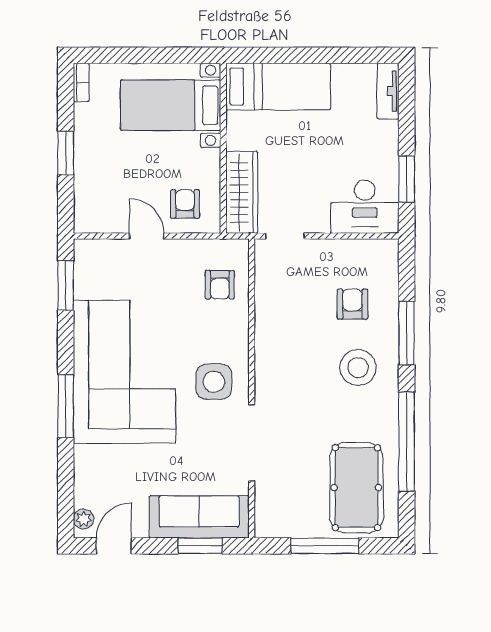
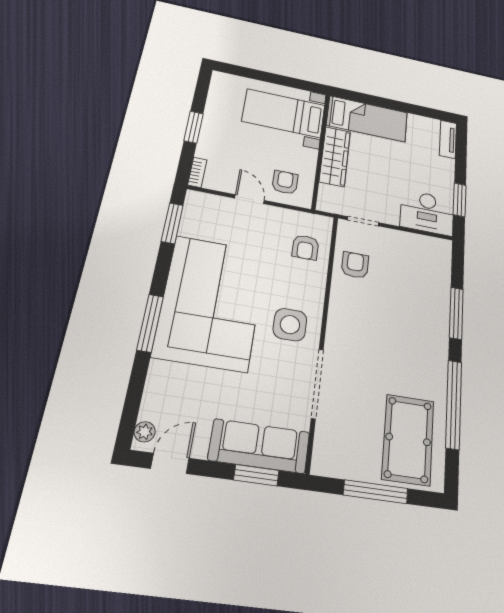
bookcase: (81, 82) -> (197, 172), moved
wardrobe: (242, 192) -> (335, 156), moved
armchair: (352, 304) -> (355, 265), moved
stool: (358, 368) -> (415, 334), removed

